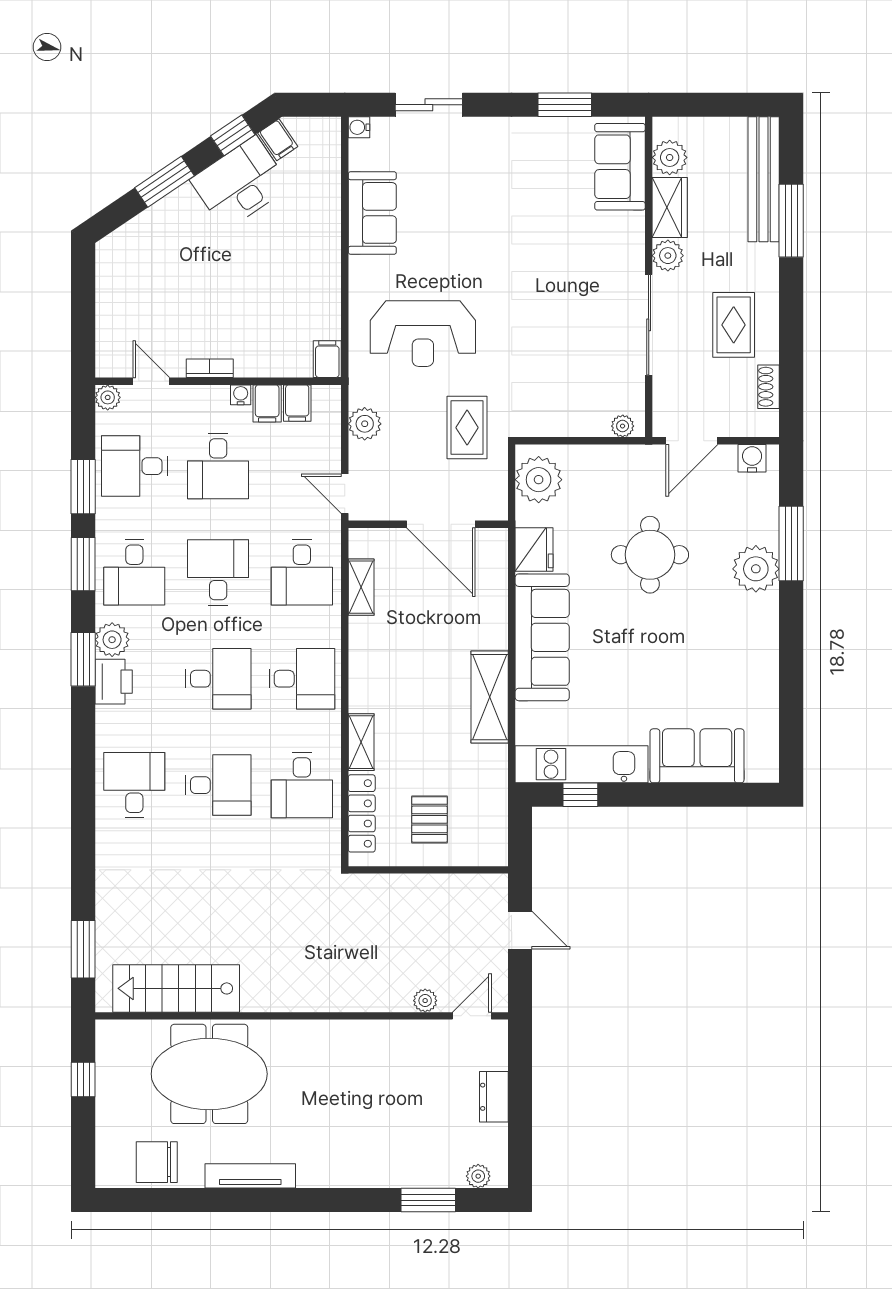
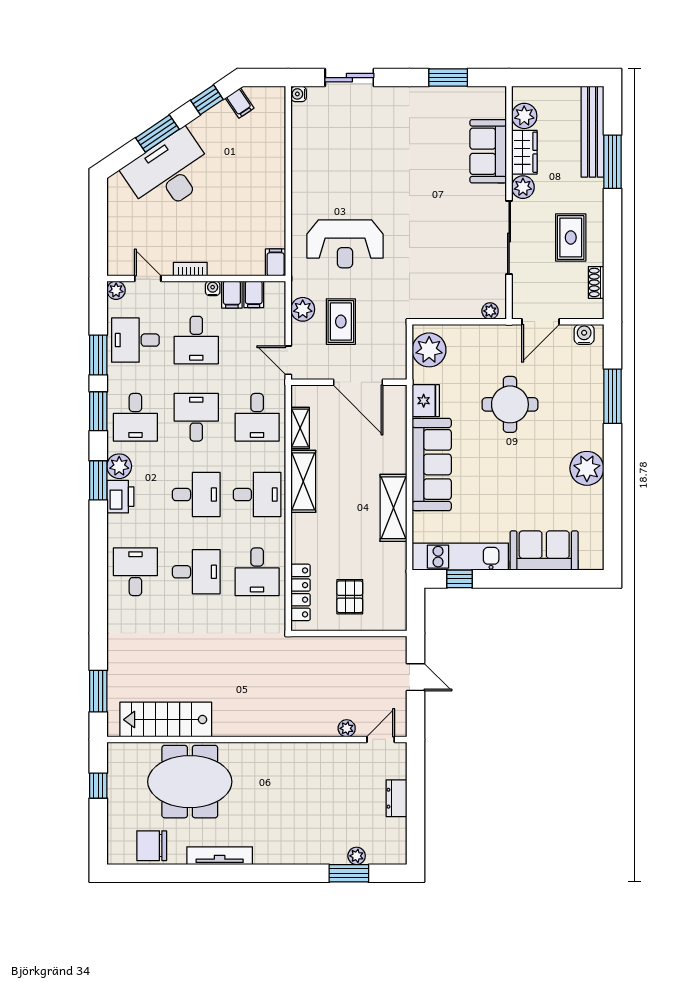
sofa: (620, 167) -> (488, 151), moved
desk: (240, 183) -> (169, 172), moved, width x1.36, depth x1.30
sofa: (372, 213) -> (308, 156), removed
rug: (467, 428) -> (341, 322), moved
plant: (756, 569) -> (587, 468), moved
shelving: (361, 742) -> (303, 481), moved, width x1.50, depth x1.33
plant: (478, 1176) -> (357, 856), moved

